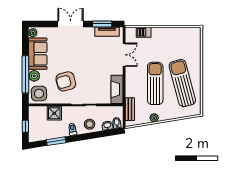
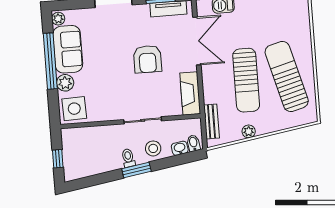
double door: (124, 55) -> (197, 41), width x1.37
window: (25, 74) -> (50, 61), moved
armchair: (66, 81) -> (148, 59), moved, turned -75
sun lounger: (155, 83) -> (246, 80), turned 180
shower: (54, 113) -> (99, 136), removed
window: (56, 141) -> (136, 170), moved

